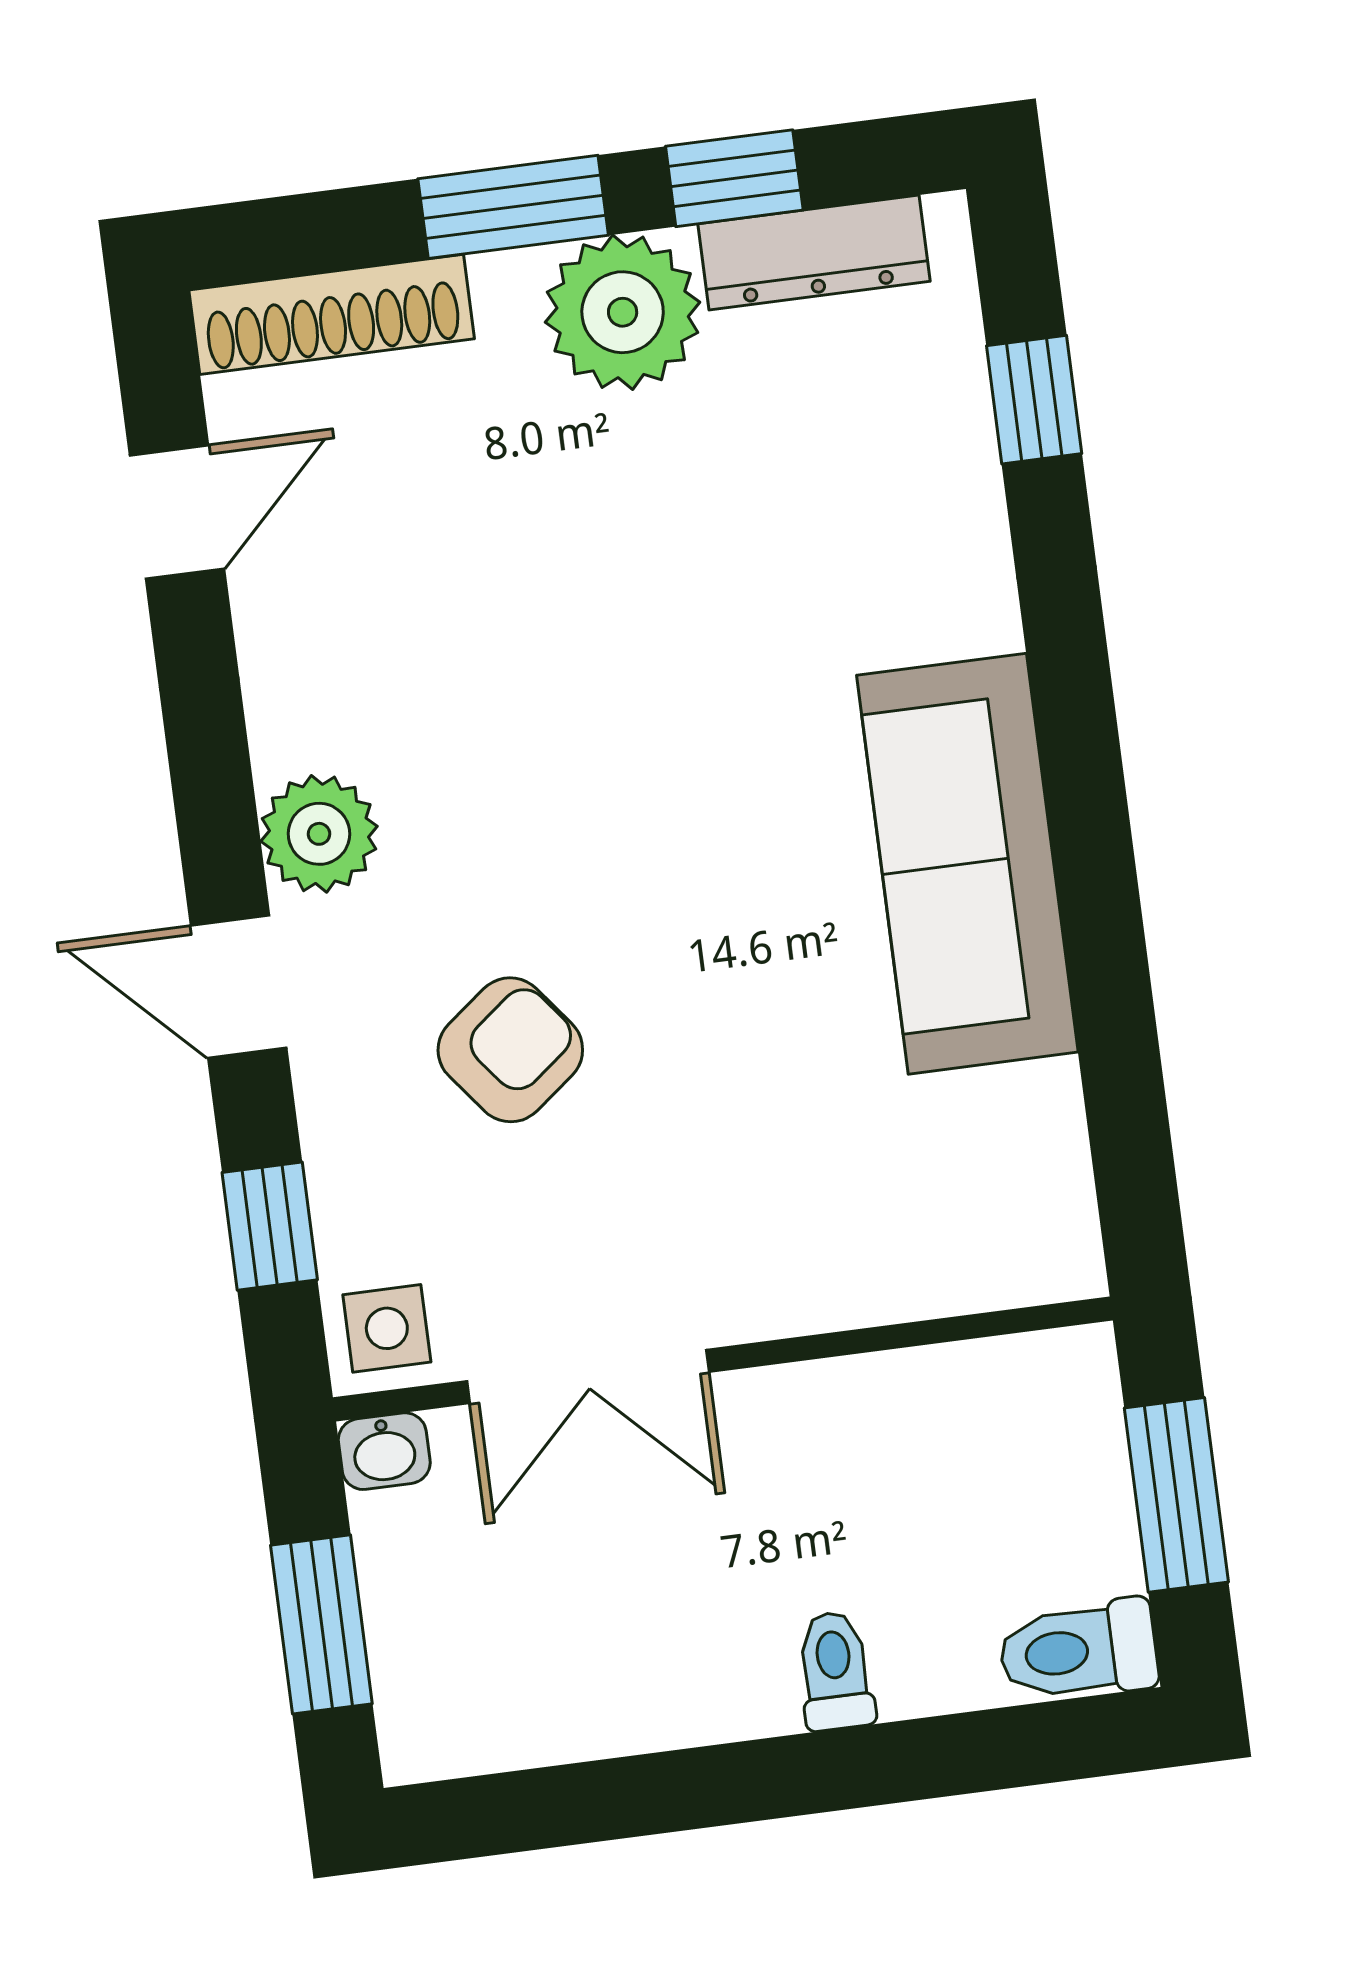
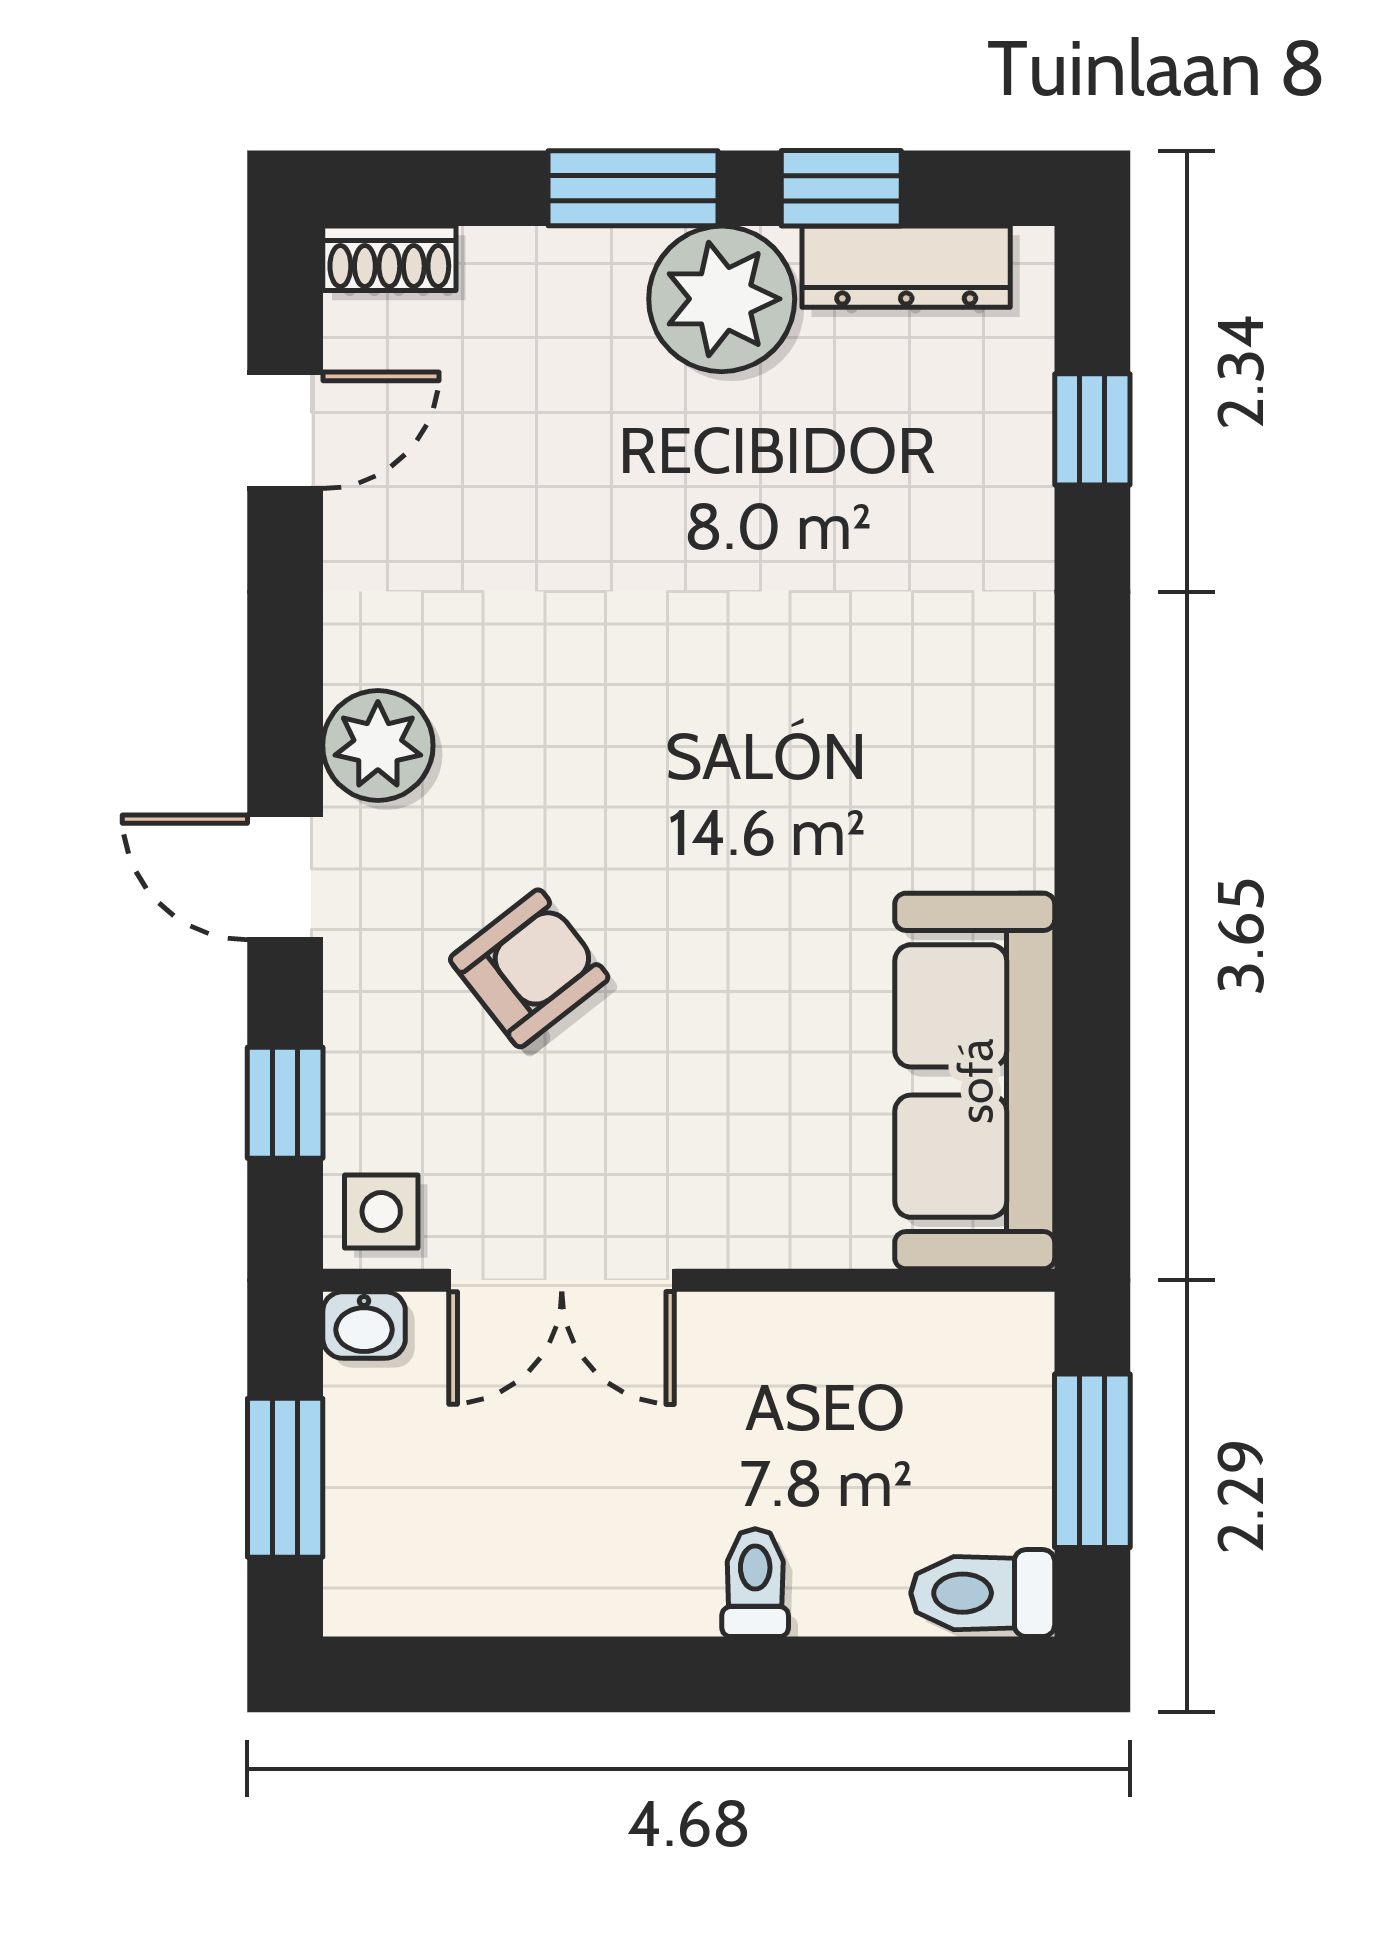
shoe rack: (332, 314) -> (389, 258), width x0.51, depth x0.81
sofa: (967, 864) -> (975, 1081), moved

